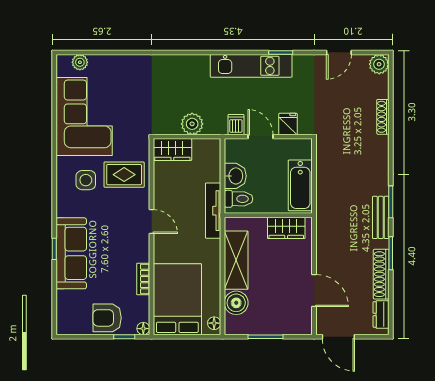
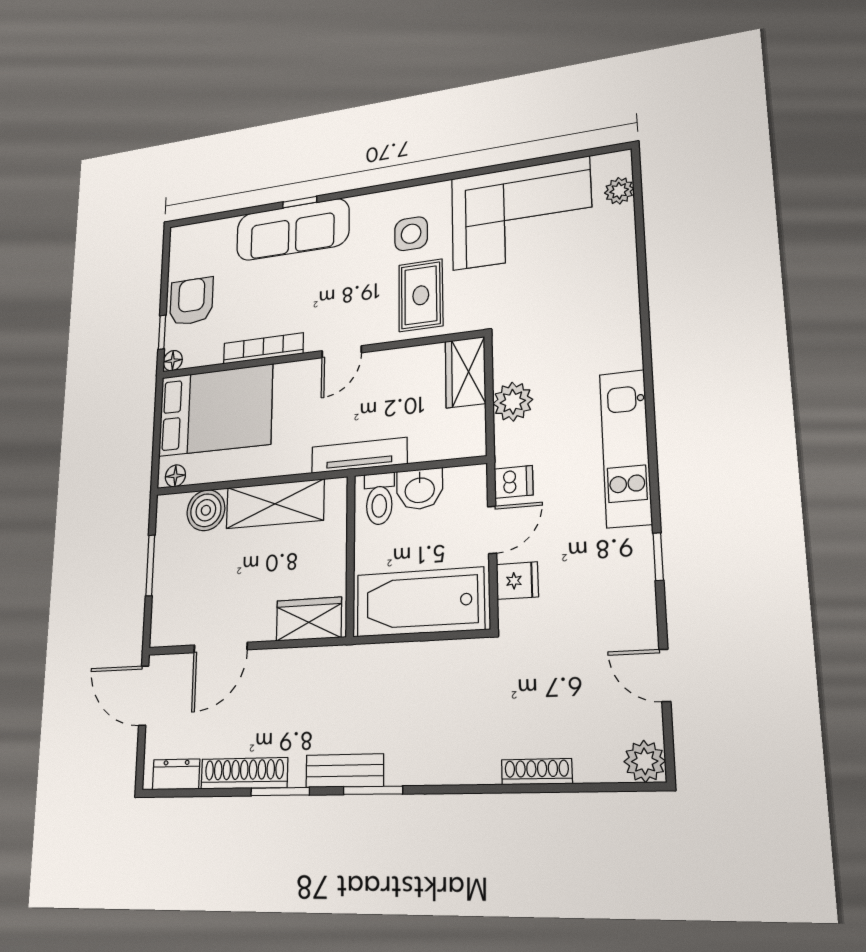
kitchen unit: (251, 66) -> (625, 448), moved
bathtub: (300, 185) -> (420, 602), width x1.36, depth x1.36
wardrobe: (286, 228) -> (309, 619), moved, turned 90
bookcase: (143, 279) -> (263, 348), width x1.56
door: (338, 337) -> (144, 696), hinge flipped

